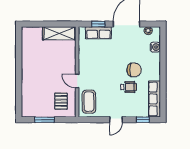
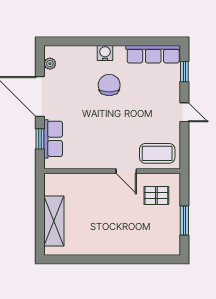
shelving: (59, 33) -> (54, 221), moved
water cooler: (155, 47) -> (105, 53), moved
door: (77, 81) -> (126, 171), hinge flipped
wheelchair: (129, 87) -> (135, 93), removed

